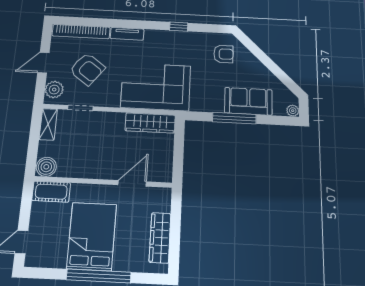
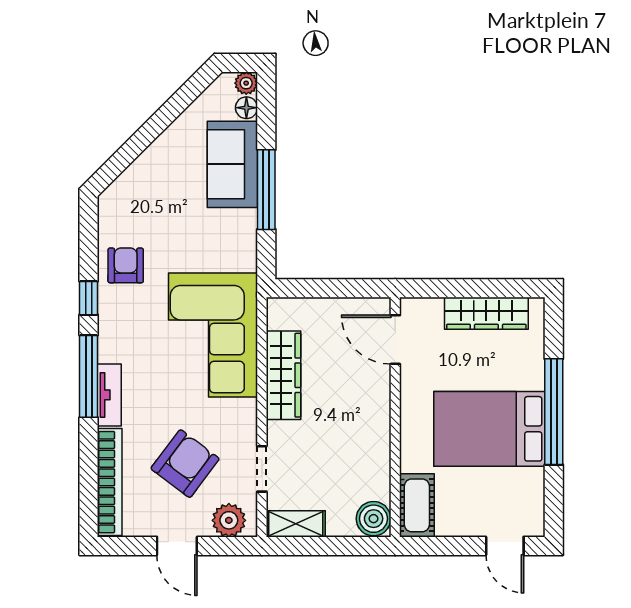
window: (138, 24) -> (89, 376), added
armchair: (223, 54) -> (126, 265), moved
floor lamp: (279, 110) -> (246, 108), added
wardrobe: (150, 123) -> (283, 375), moved
door: (132, 183) -> (395, 340), moved

